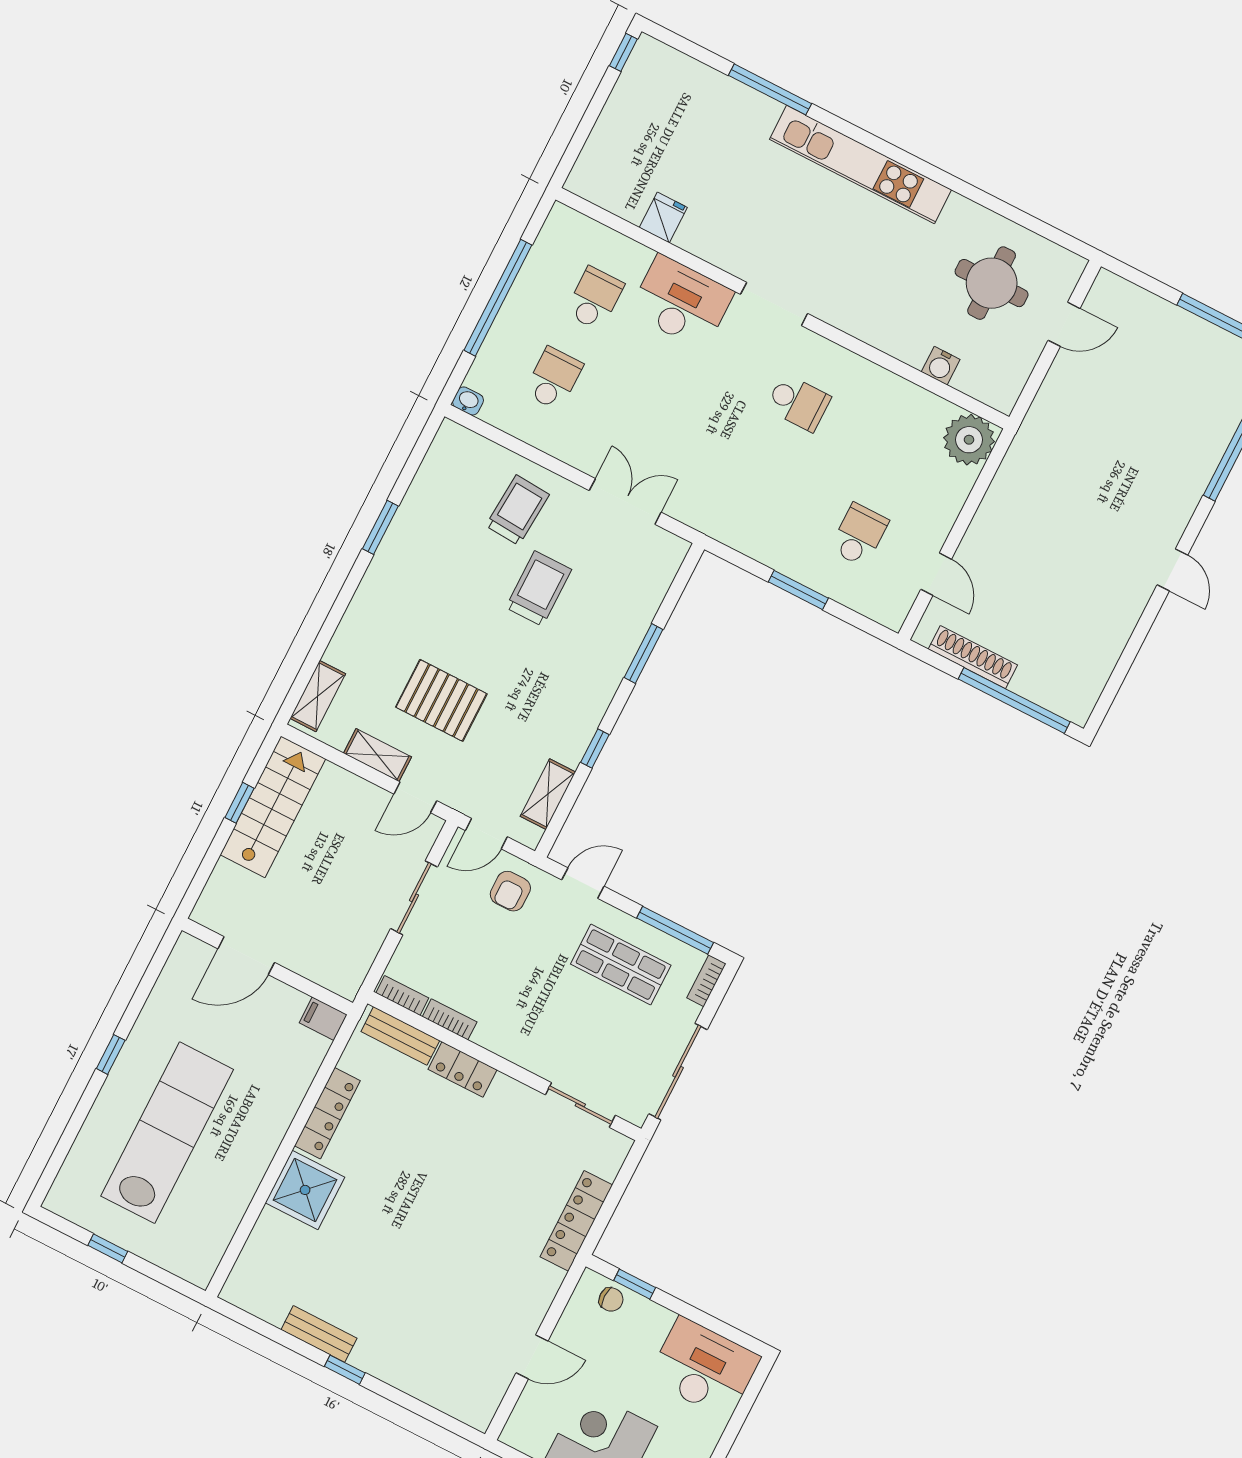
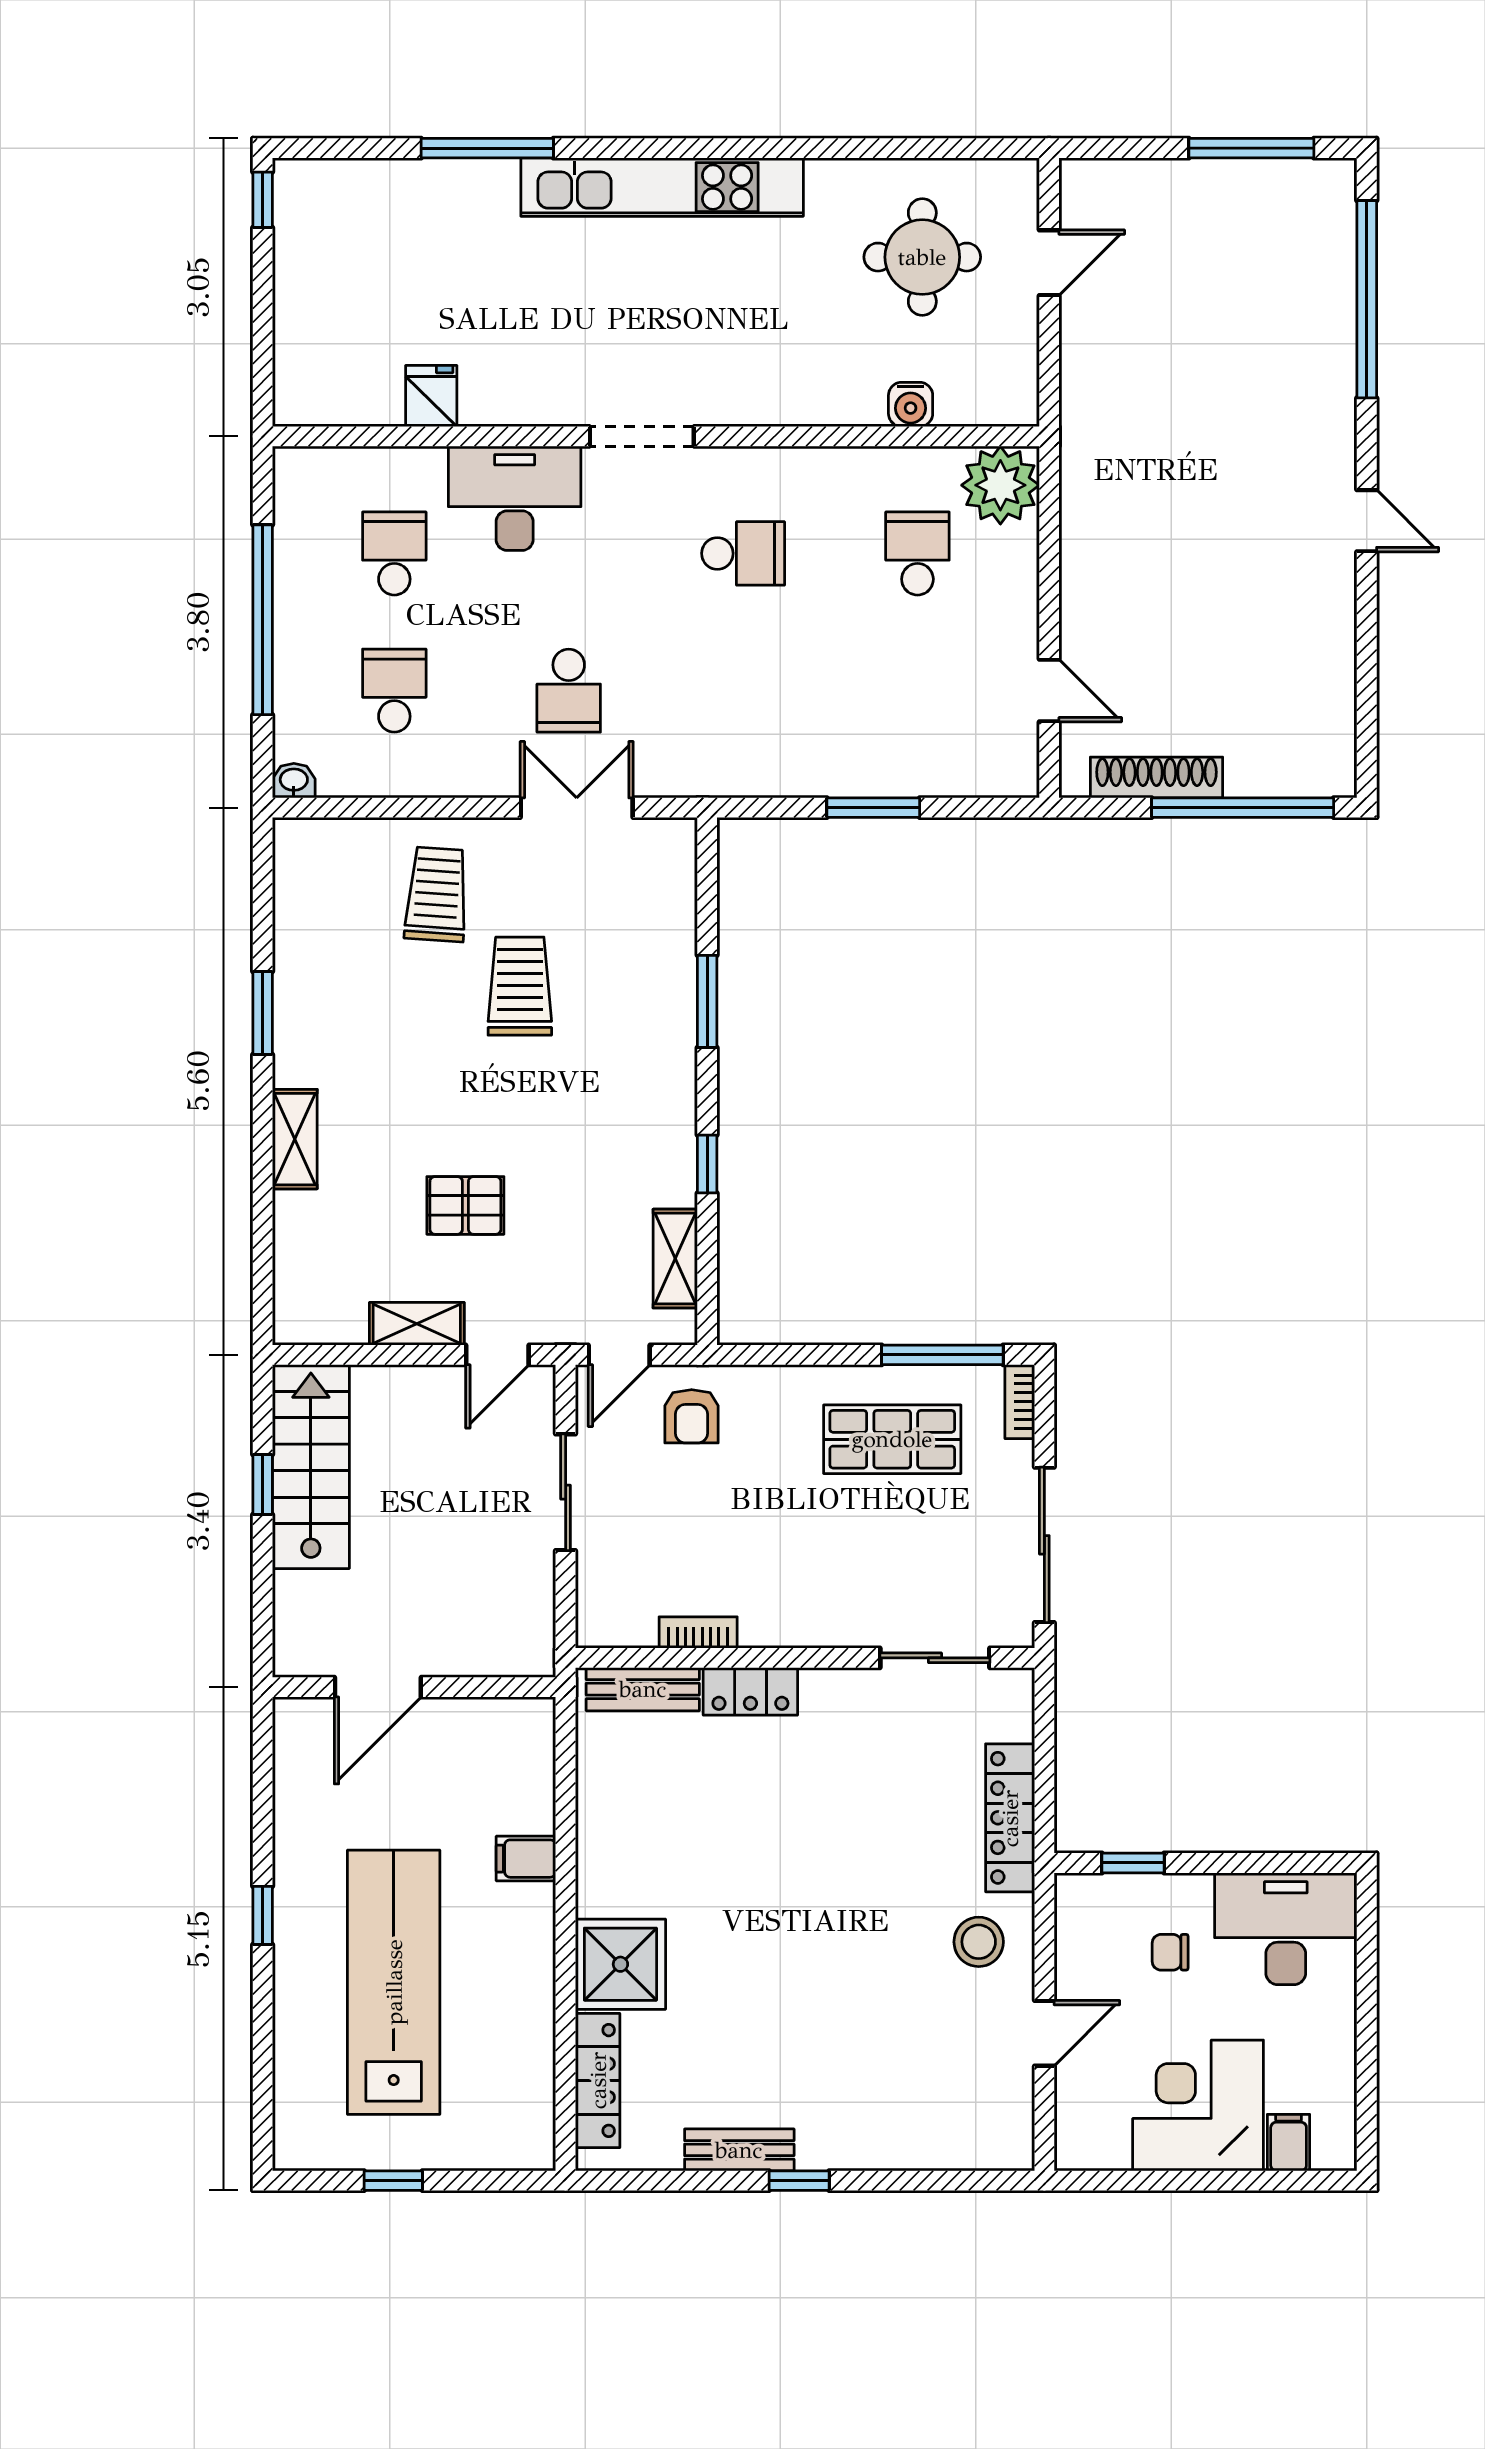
school desk: (655, 431) -> (569, 691), added
school desk: (859, 535) -> (917, 553), moved
shelving: (318, 696) -> (295, 1139), moved
pallet: (441, 700) -> (465, 1205), width x0.67, depth x0.71
door: (583, 883) -> (784, 1355), removed
bookcase: (402, 996) -> (617, 1633), removed
filing cabinet: (323, 1019) -> (526, 1859), moved
locker: (327, 1113) -> (598, 2080), moved
stool: (521, 1284) -> (979, 1942), added
chair: (611, 1299) -> (1170, 1952), moved, turned 180

